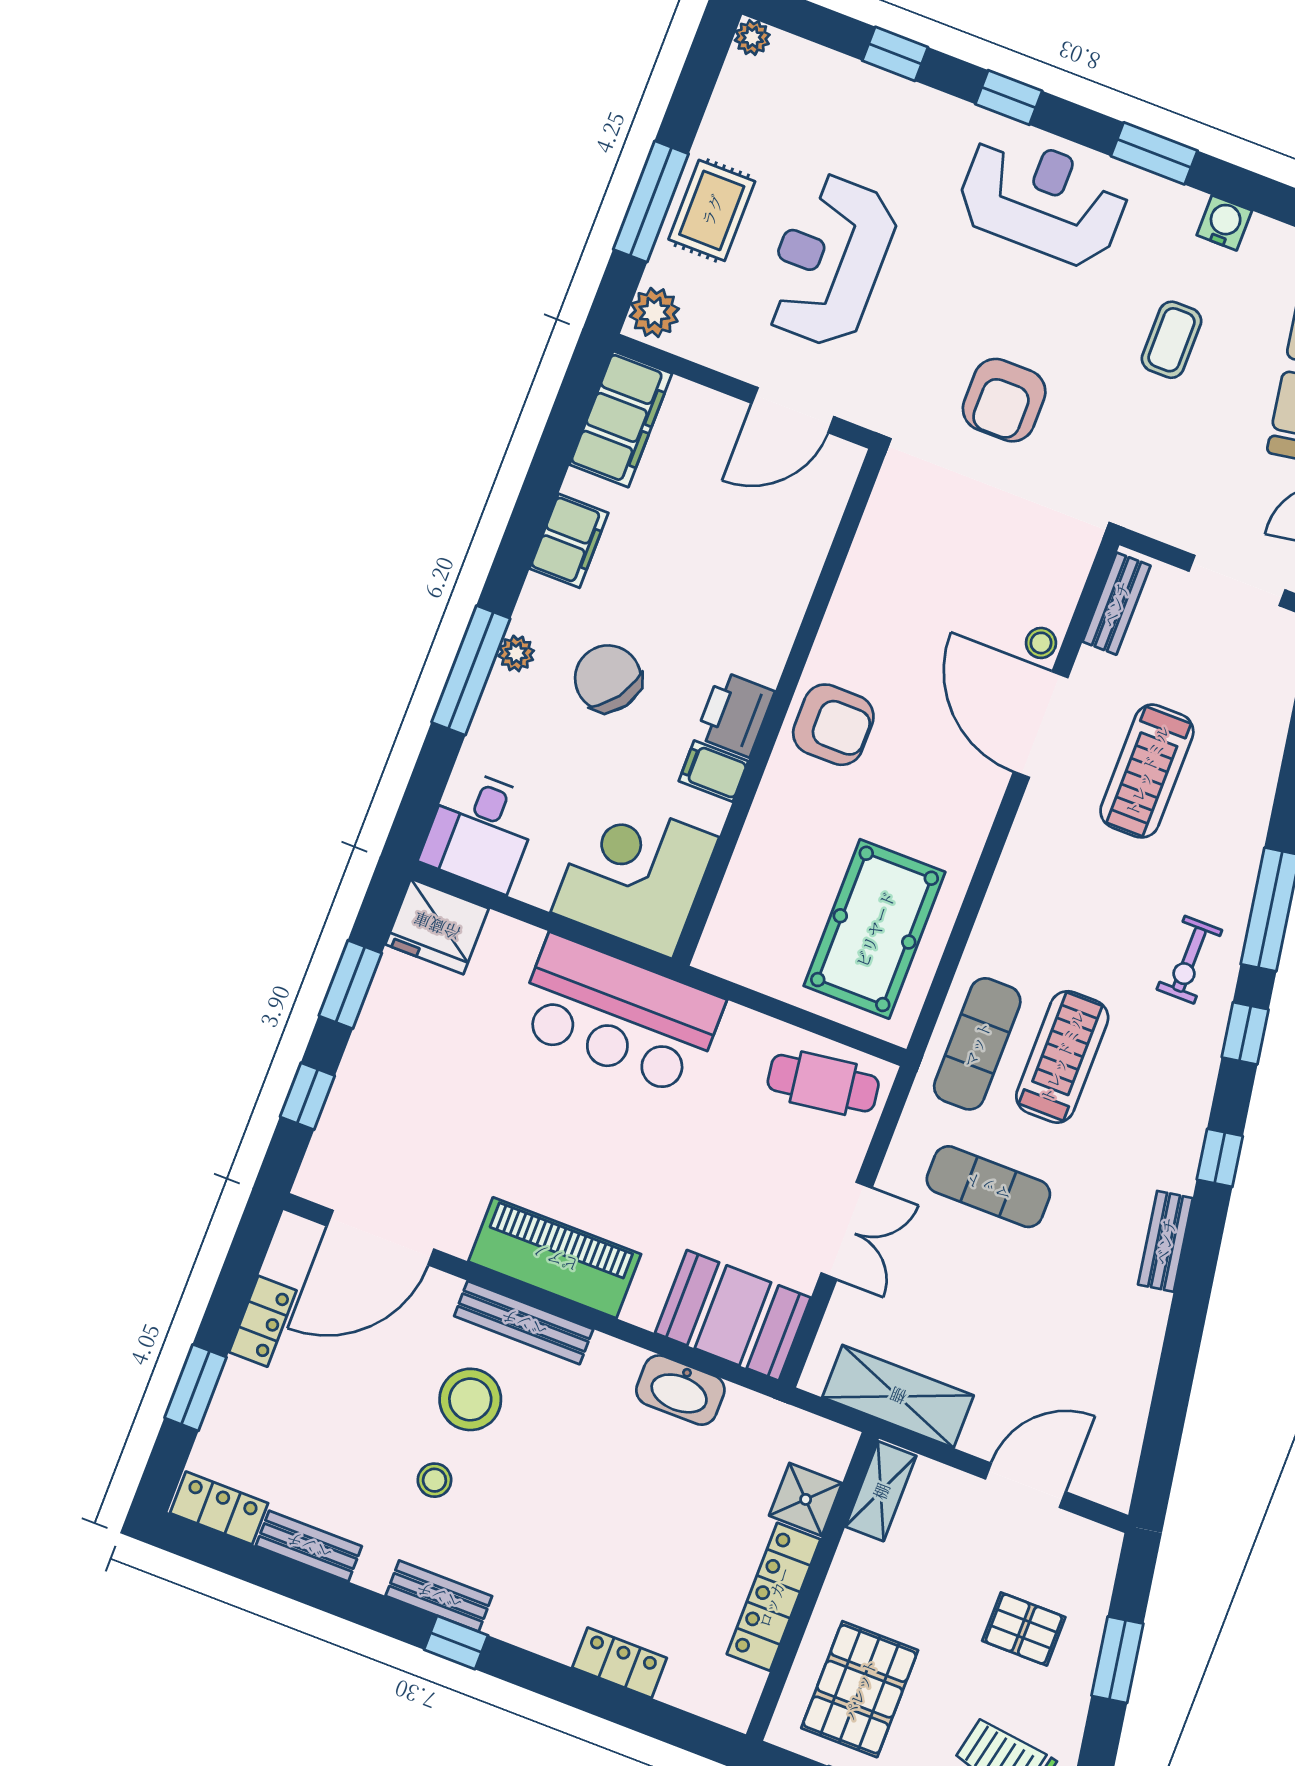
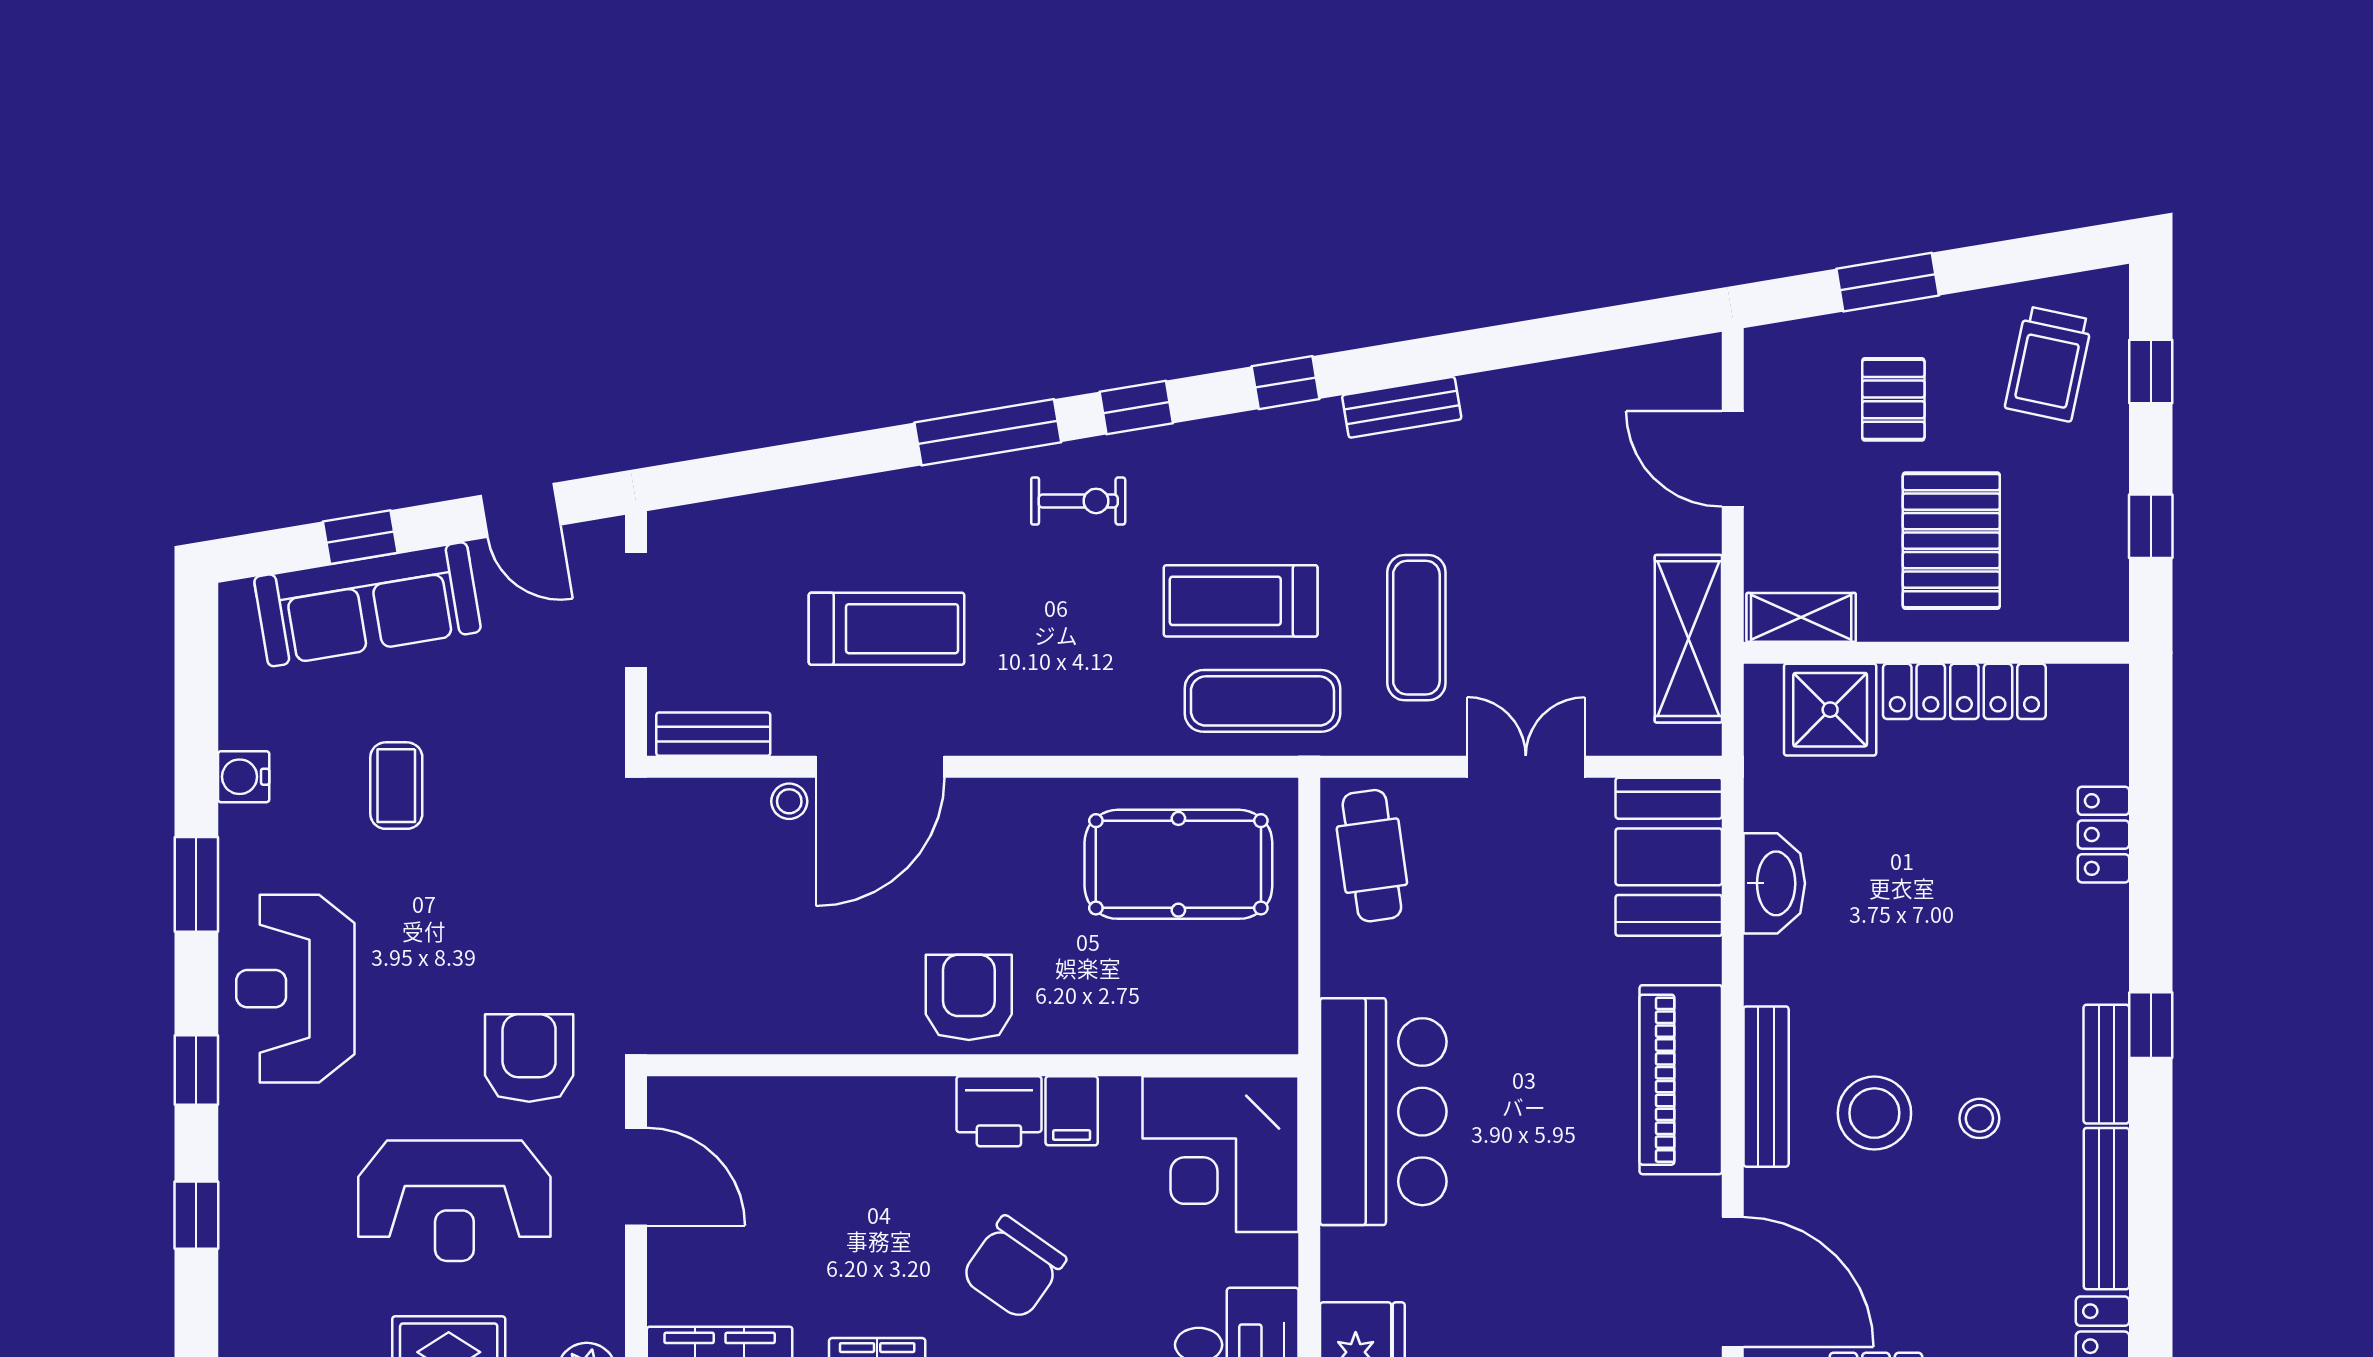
coffee table: (1171, 340) -> (396, 786), turned 90
armchair: (1004, 400) -> (529, 1058), moved, turned -90
shower: (806, 1499) -> (1830, 710), width x1.36, depth x1.36
bench: (309, 1546) -> (2106, 1209), width x1.36
pallet: (860, 1689) -> (1951, 541), moved, turned 90

